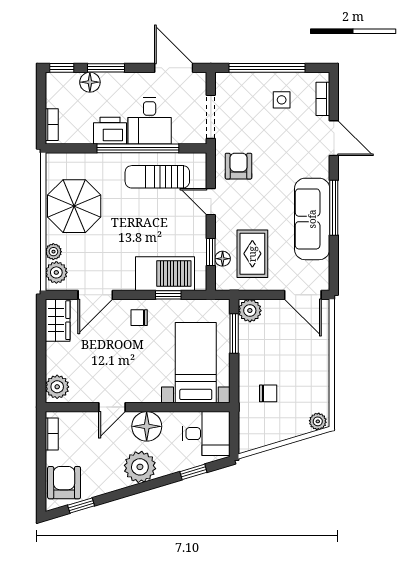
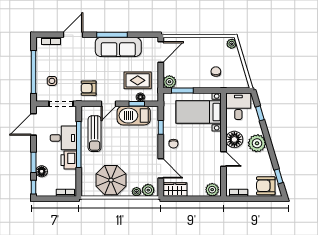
side table: (282, 100) -> (52, 81), moved
barbecue: (165, 274) -> (134, 116), moved, turned -90

